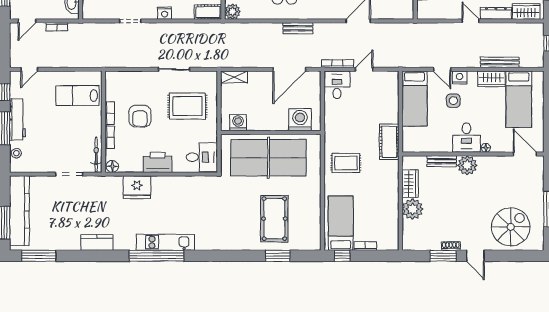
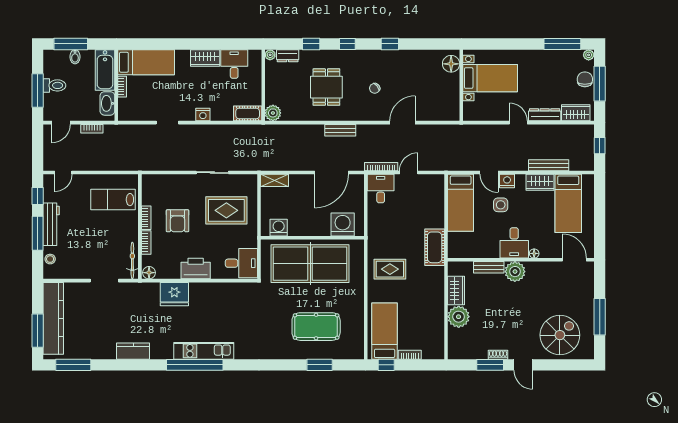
pool table: (274, 219) -> (316, 327), turned 90

